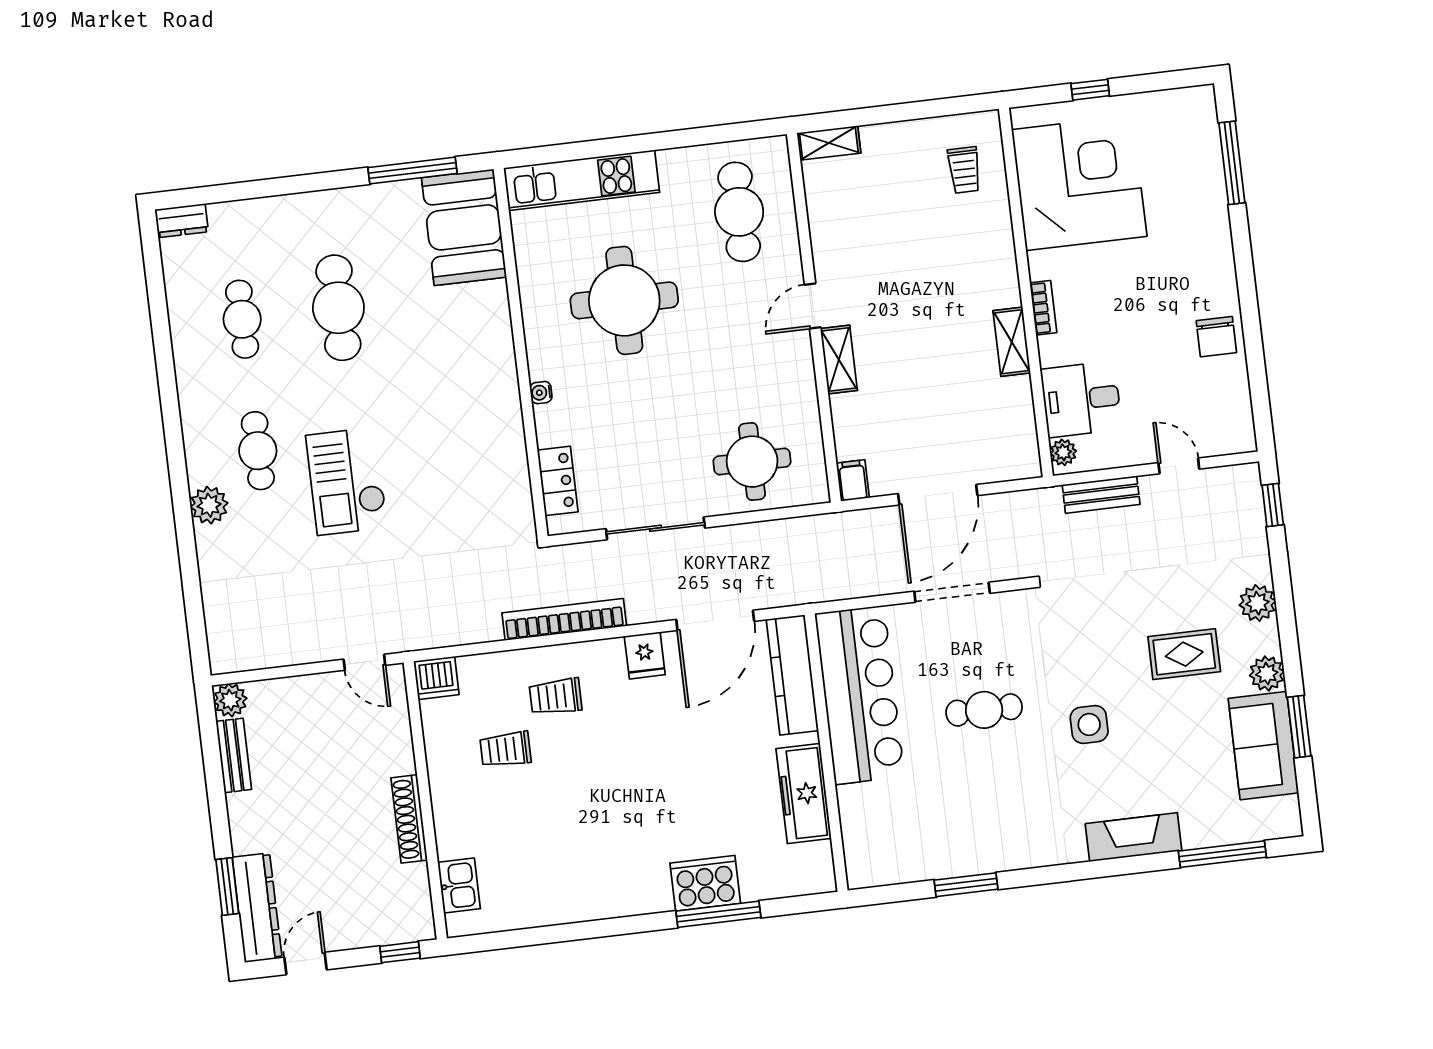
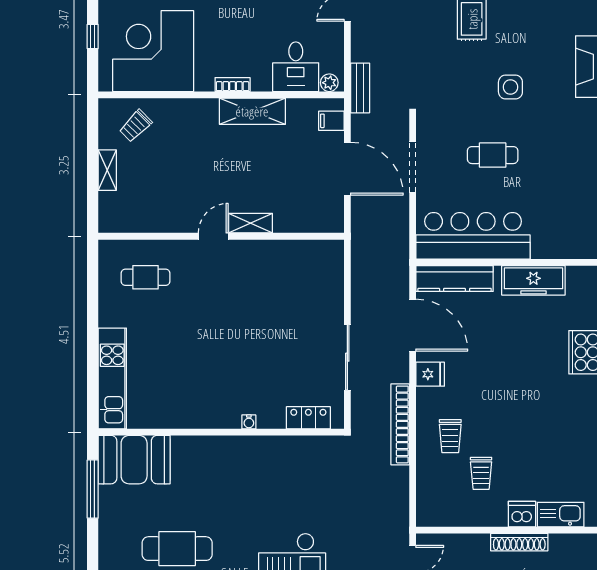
shelving: (829, 143) -> (107, 170), moved
trolley: (964, 170) -> (136, 126), turned 135
cafe table: (739, 212) -> (145, 277), width x0.73, depth x0.74
round table: (624, 300) -> (195, 360), removed
door: (813, 306) -> (213, 236), swing flipped
shelving: (1012, 342) -> (252, 111), width x1.50, depth x1.33
round table: (752, 462) -> (311, 288), removed
filing cabinet: (853, 480) -> (331, 121), moved
bench: (1101, 495) -> (360, 88), moved
dishwasher: (436, 678) -> (522, 514), moved, turned -90
cafe table: (984, 710) -> (493, 155), turned 90
kitchen sink: (459, 885) -> (561, 515), width x1.38

